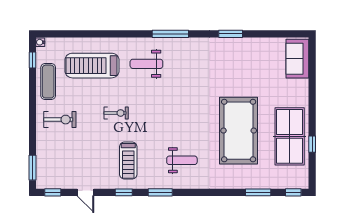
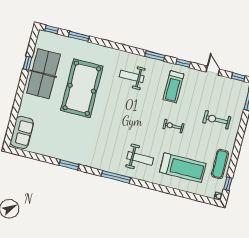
exercise bike: (60, 120) -> (217, 120), moved
treadmill: (128, 161) -> (173, 87), turned 180

